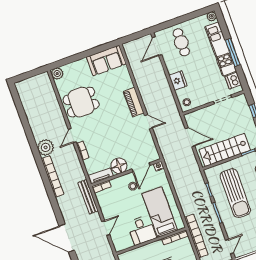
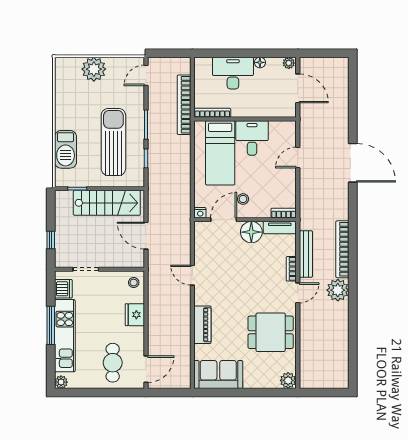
piano: (134, 102) -> (202, 325), moved
bench: (88, 197) -> (306, 254), moved

